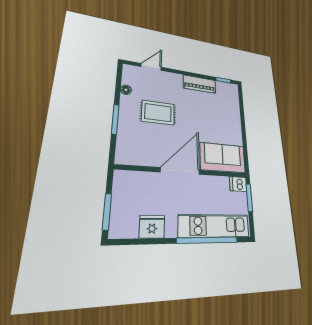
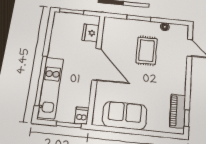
piano: (200, 84) -> (178, 111), moved
sofa: (223, 158) -> (125, 115), moved, turned -90
fridge: (152, 227) -> (91, 33), moved, turned 180

